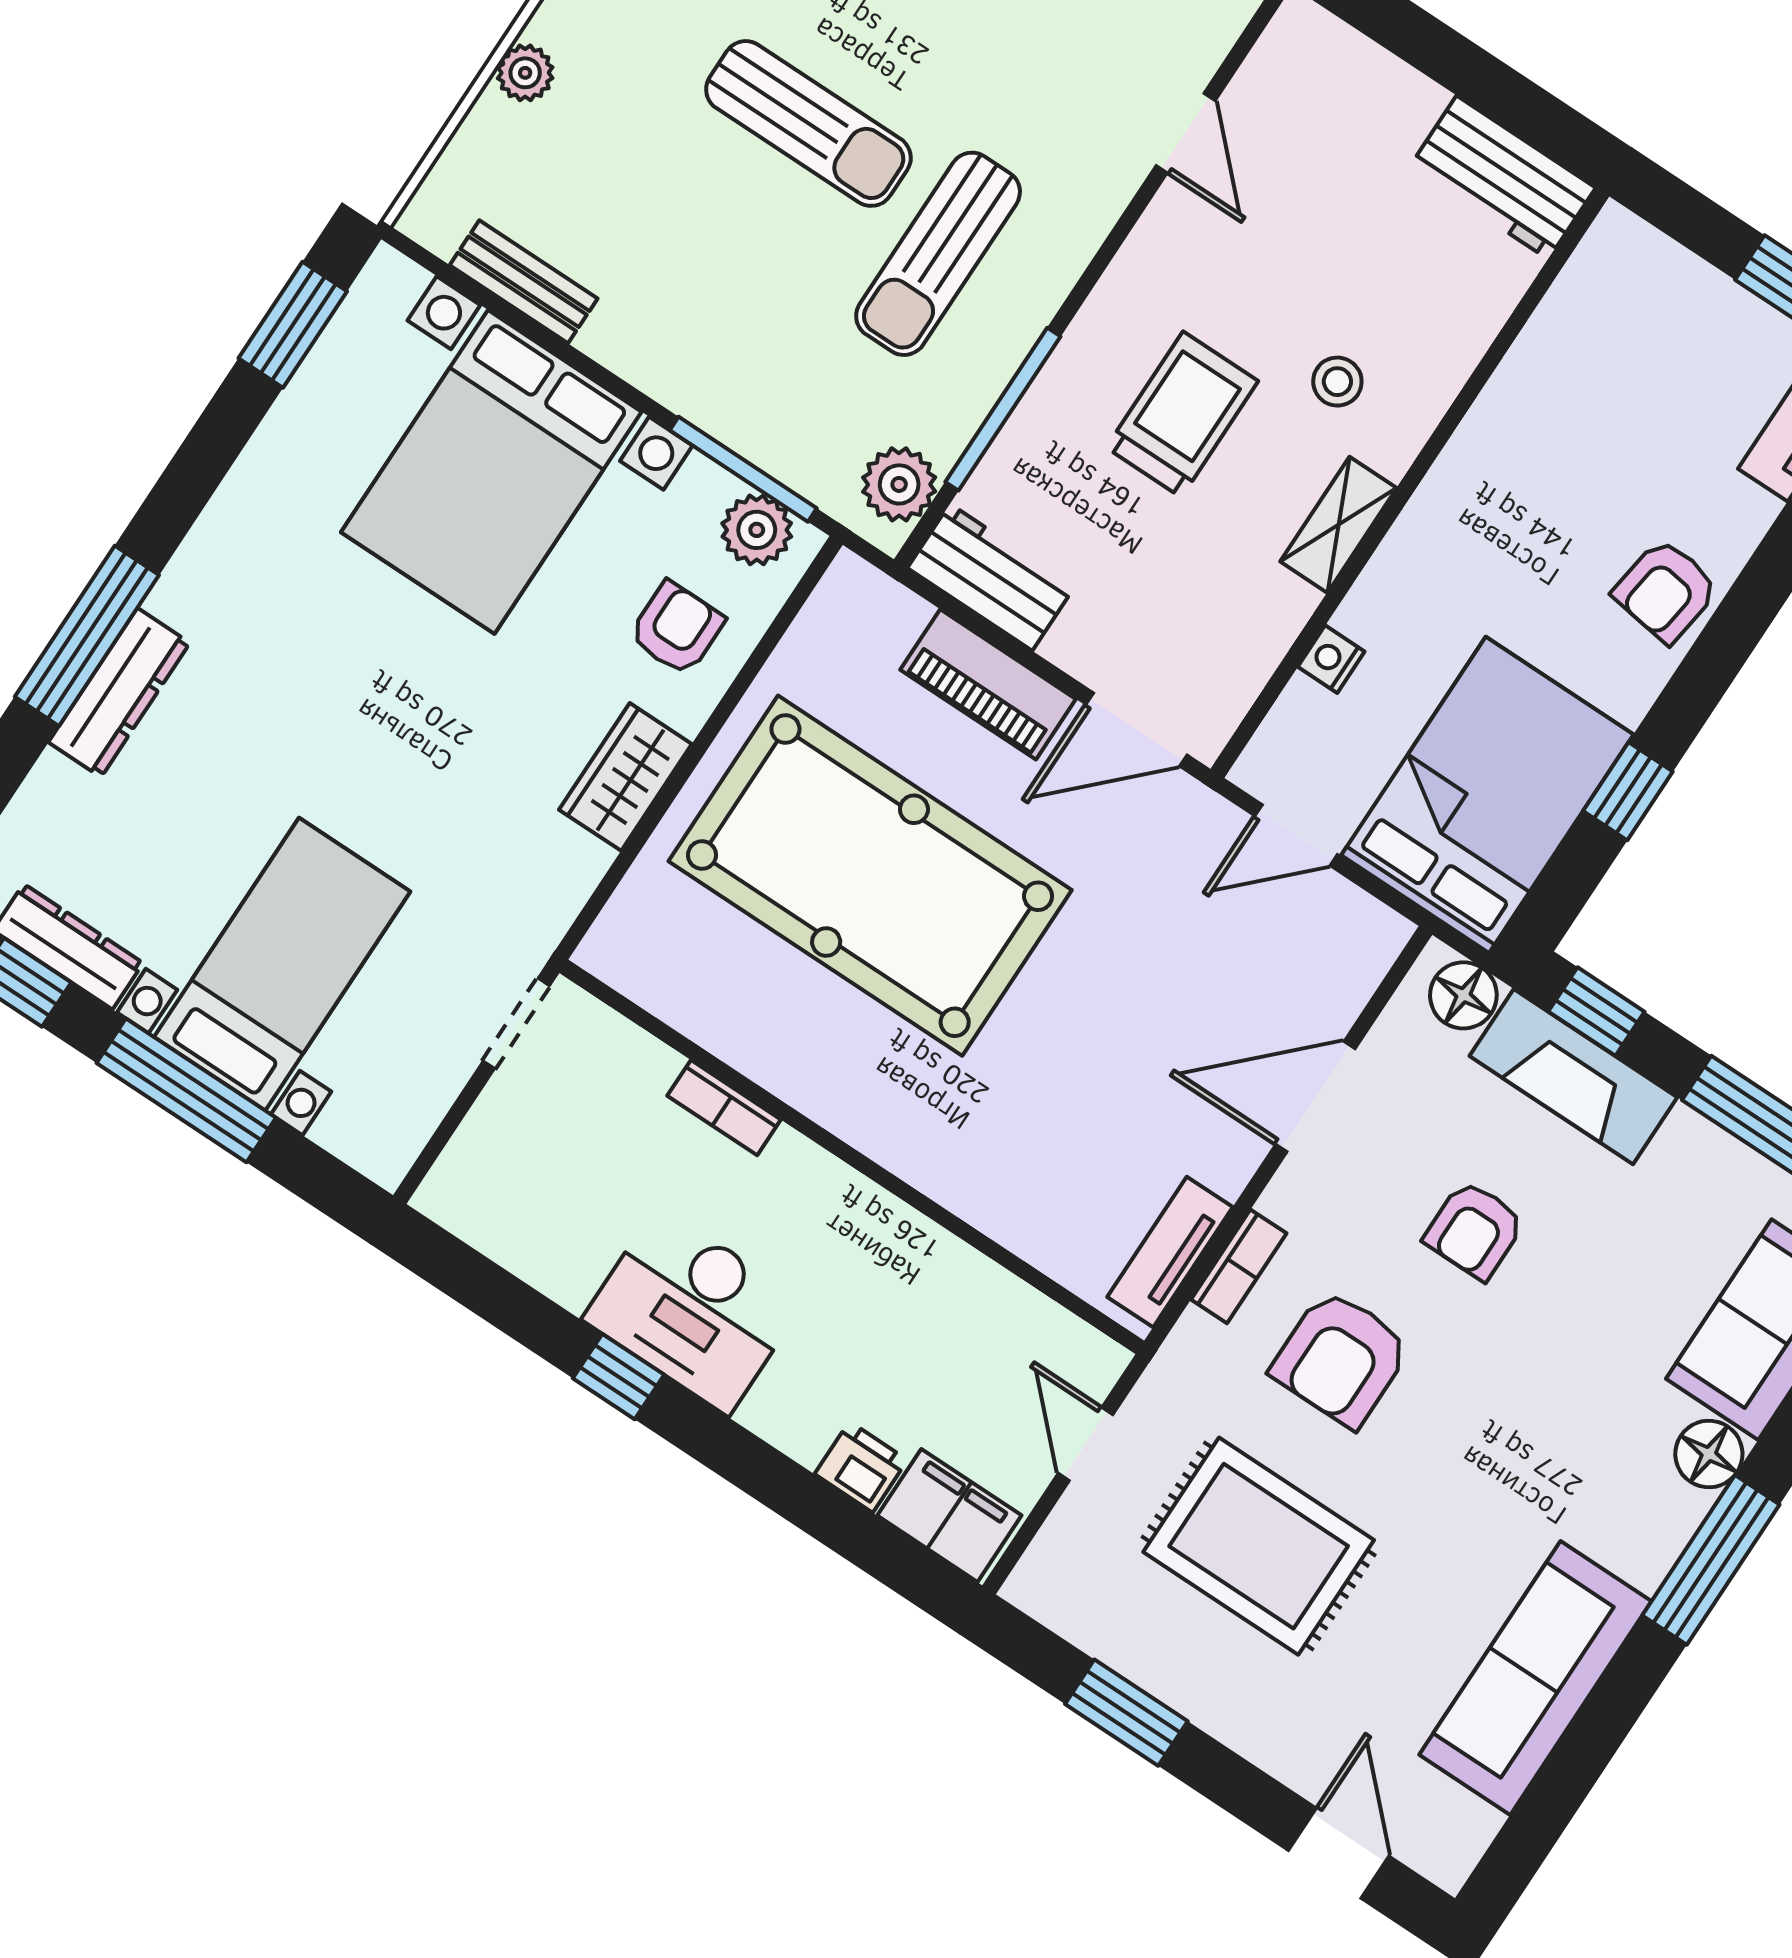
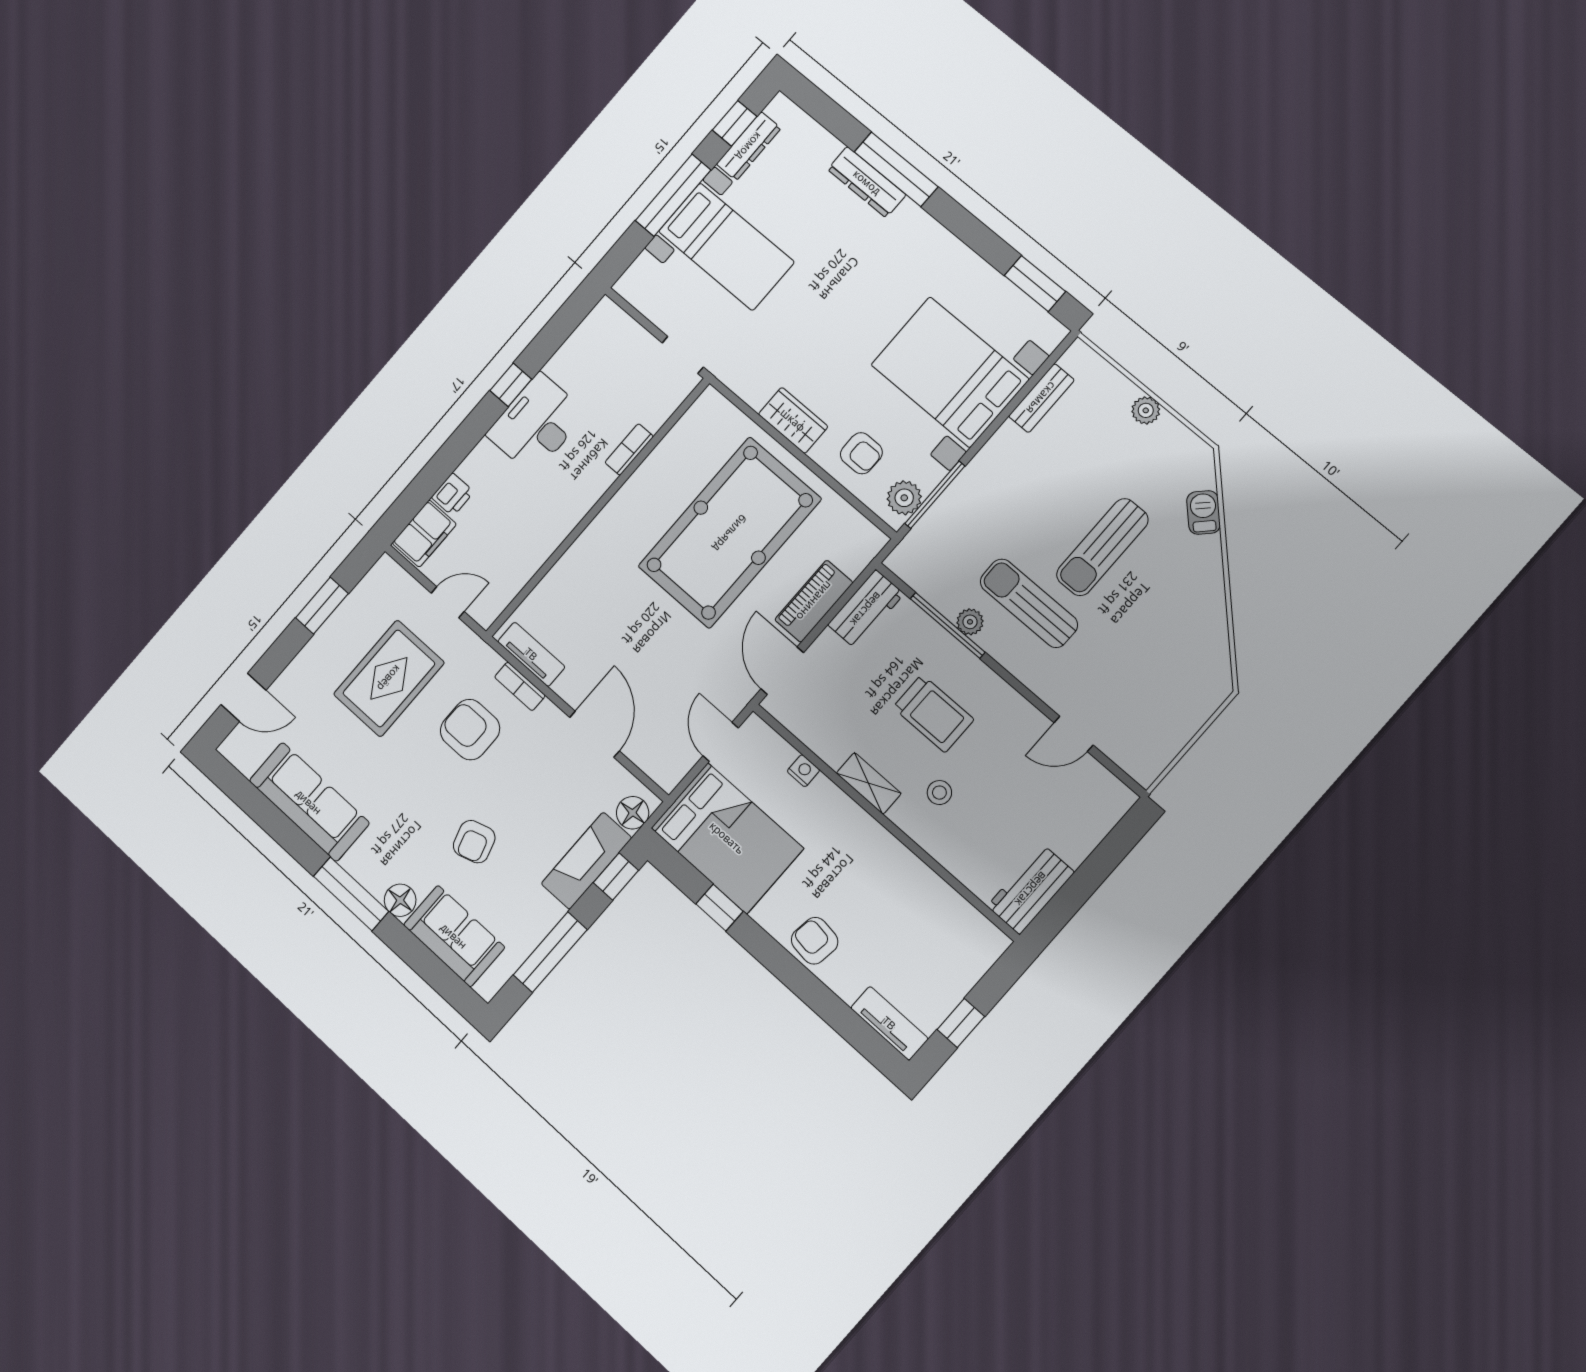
plant: (899, 484) -> (970, 622), moved, width x0.73, depth x0.73
armchair: (1474, 1230) -> (474, 842), moved, turned -107

